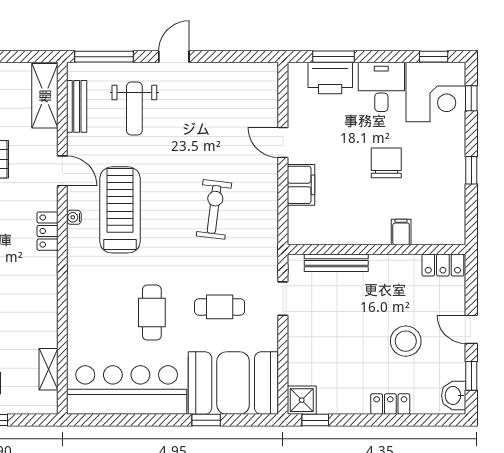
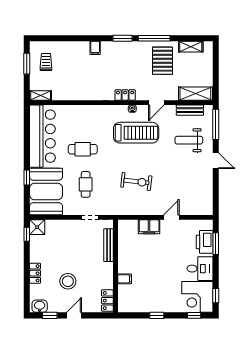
chair: (386, 163) -> (161, 271), removed
shelving: (48, 369) -> (41, 95), moved

